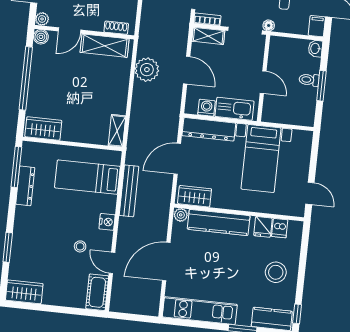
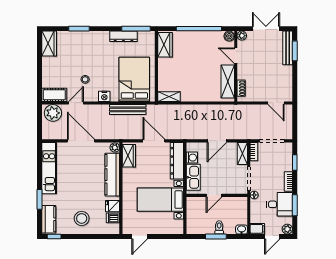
plant: (147, 70) -> (53, 113), moved
bed: (87, 177) -> (134, 79), width x1.50

